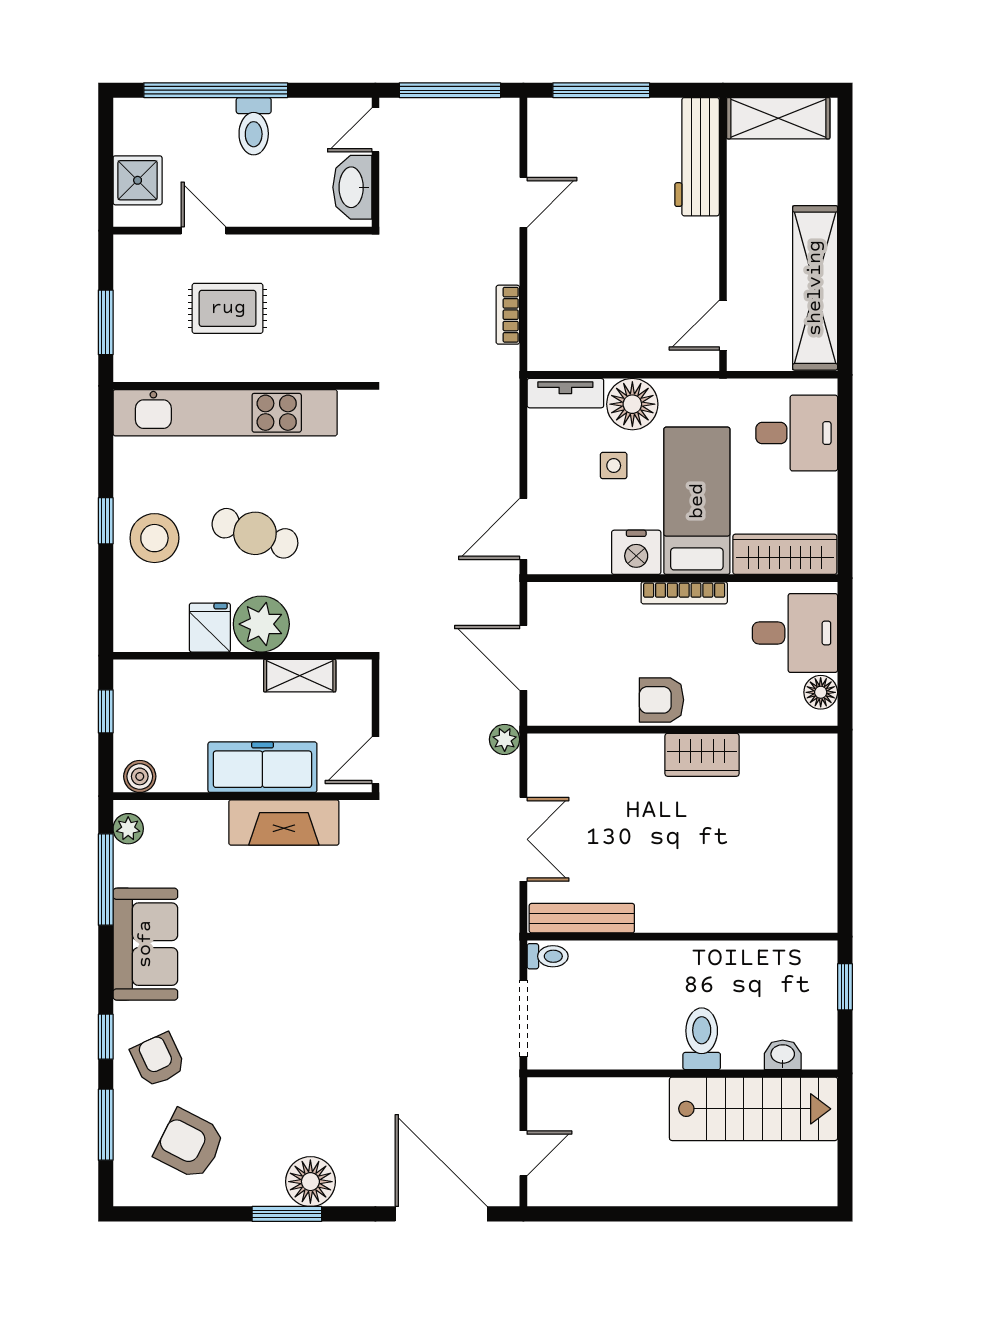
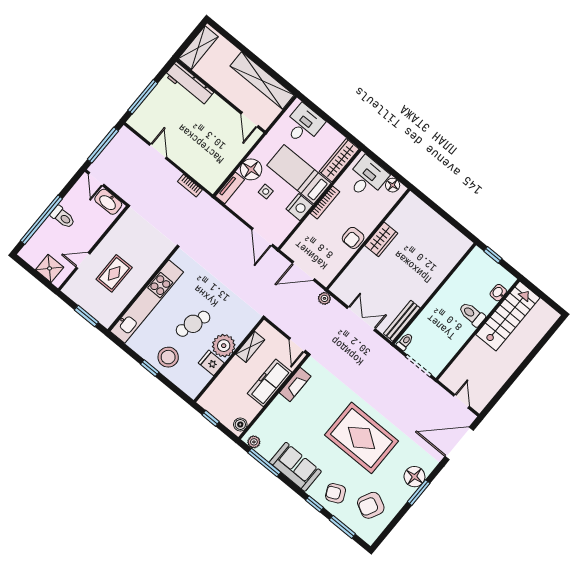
fireplace: (284, 823) -> (295, 384), width x0.73, depth x0.76
rug: (301, 1023) -> (361, 438), added

